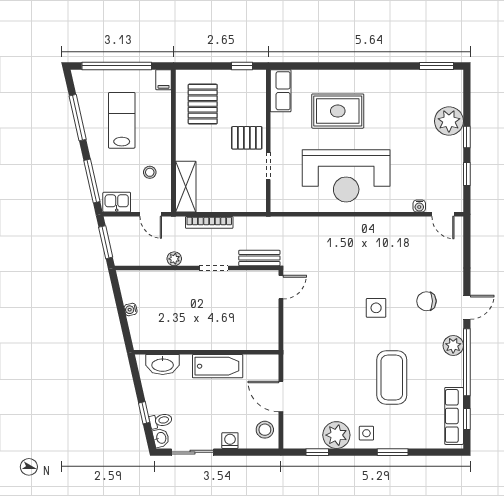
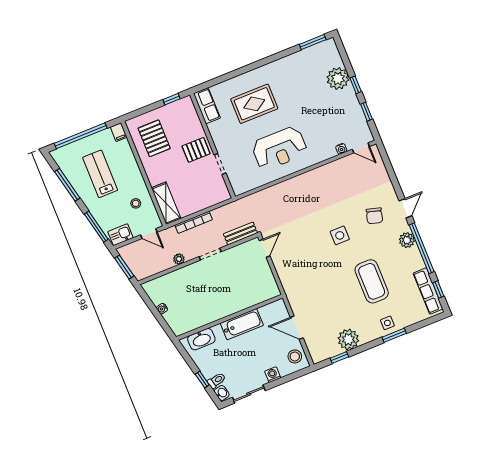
reception desk: (346, 176) -> (279, 148), width x0.74, depth x0.77
chair: (426, 301) -> (374, 216), turned -75
side table: (366, 433) -> (387, 323), moved

